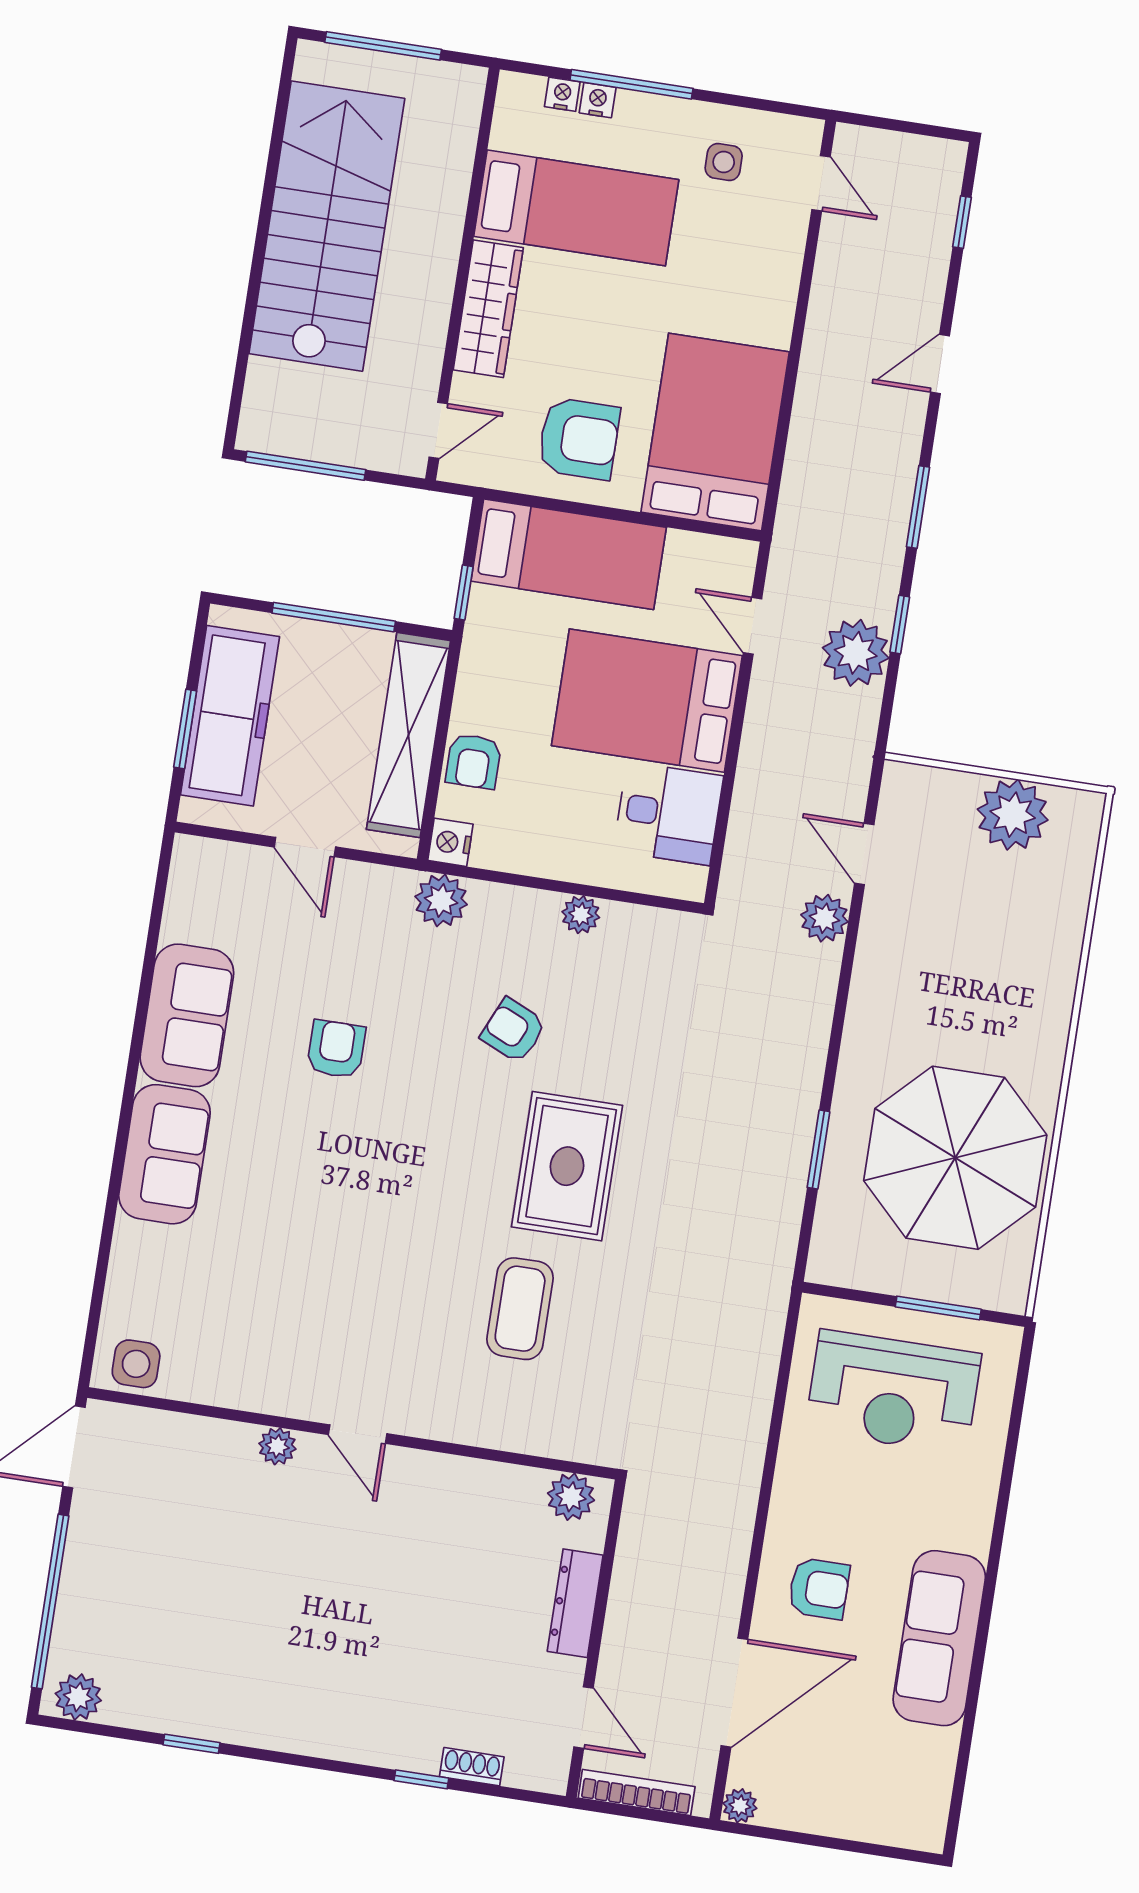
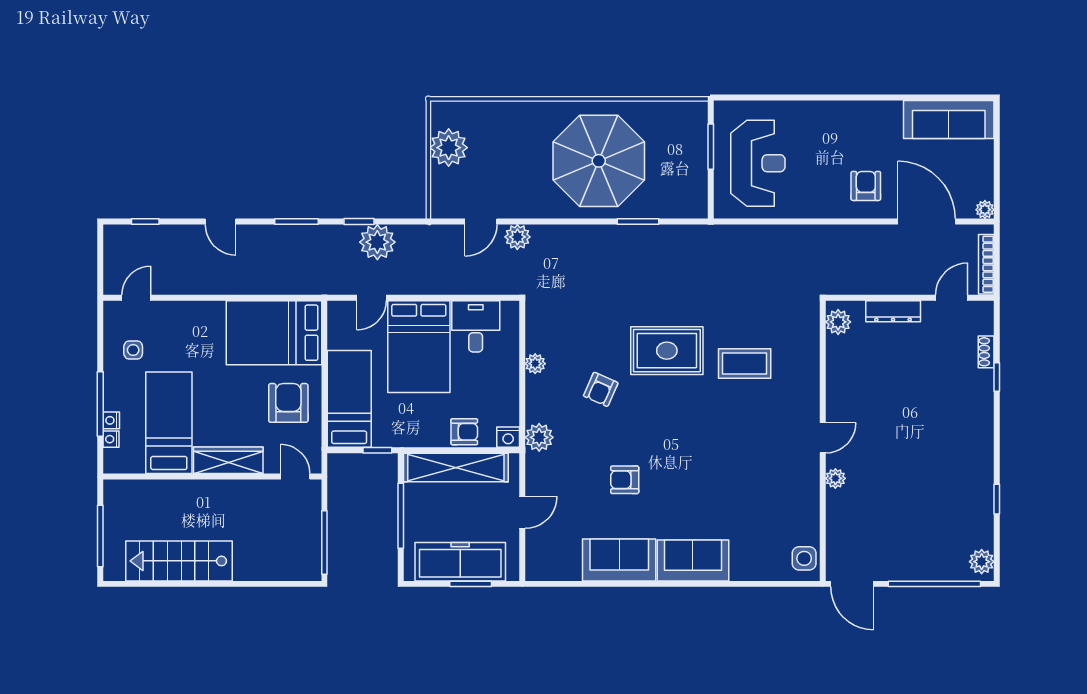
stairs: (327, 226) -> (179, 561), width x0.73, depth x0.66
parasol: (955, 1158) -> (599, 161), moved
sofa: (939, 1638) -> (949, 119), moved

